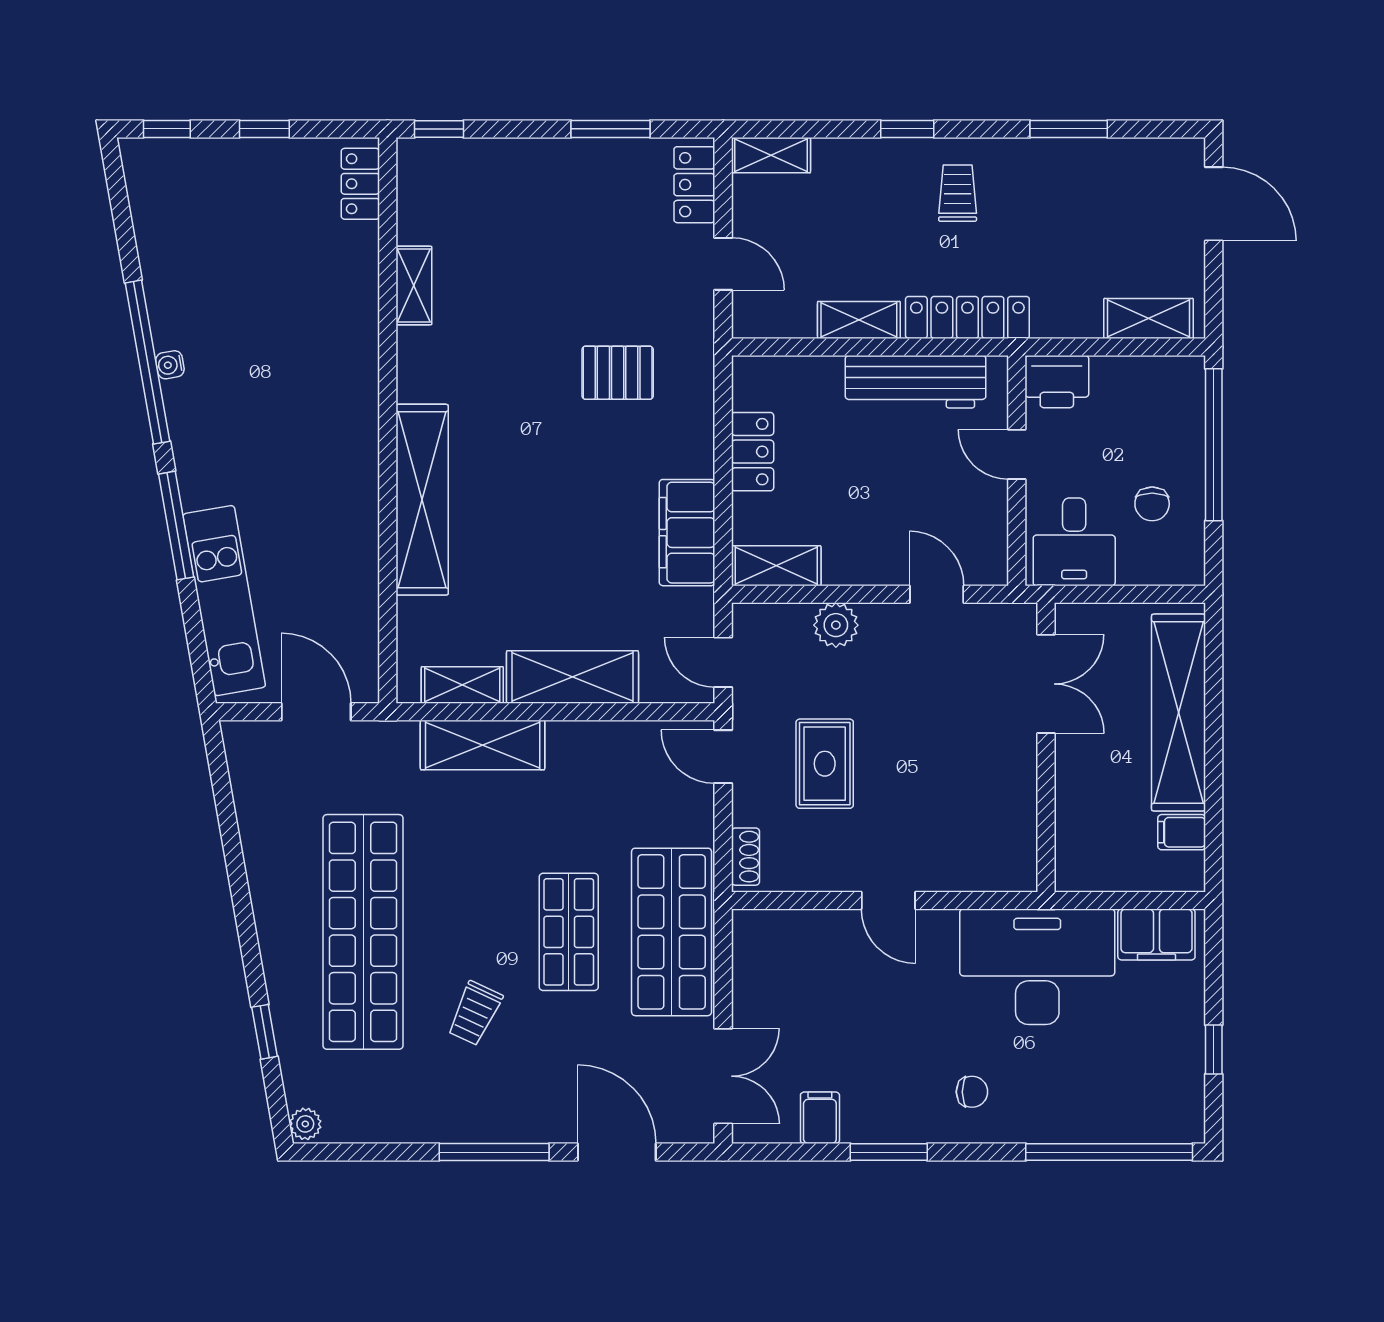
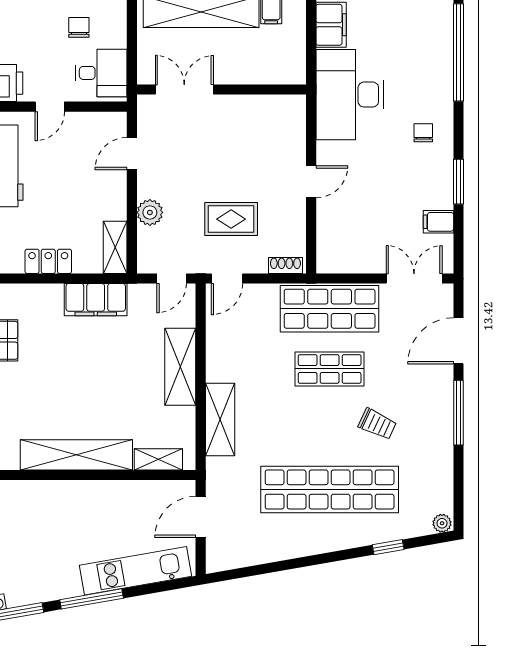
chair: (1152, 504) -> (79, 27), turned -90
shelving: (462, 685) -> (158, 459), moved, turned 90

